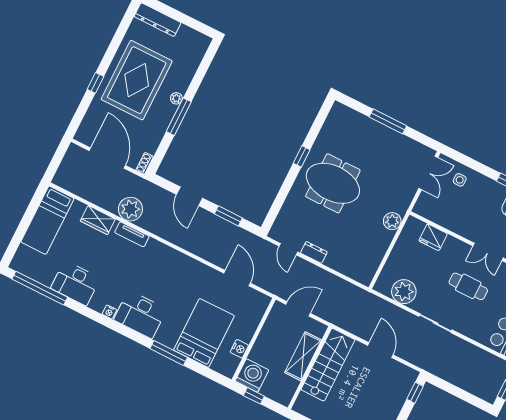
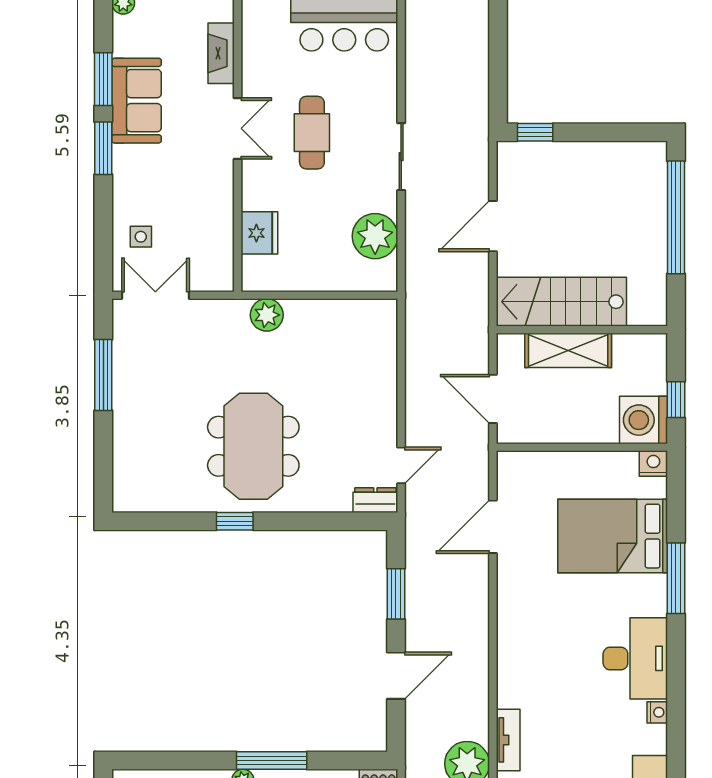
window: (388, 121) -> (103, 375), moved
dresser: (314, 252) -> (375, 500), moved, turned 90
nightstand: (239, 349) -> (653, 464), moved

